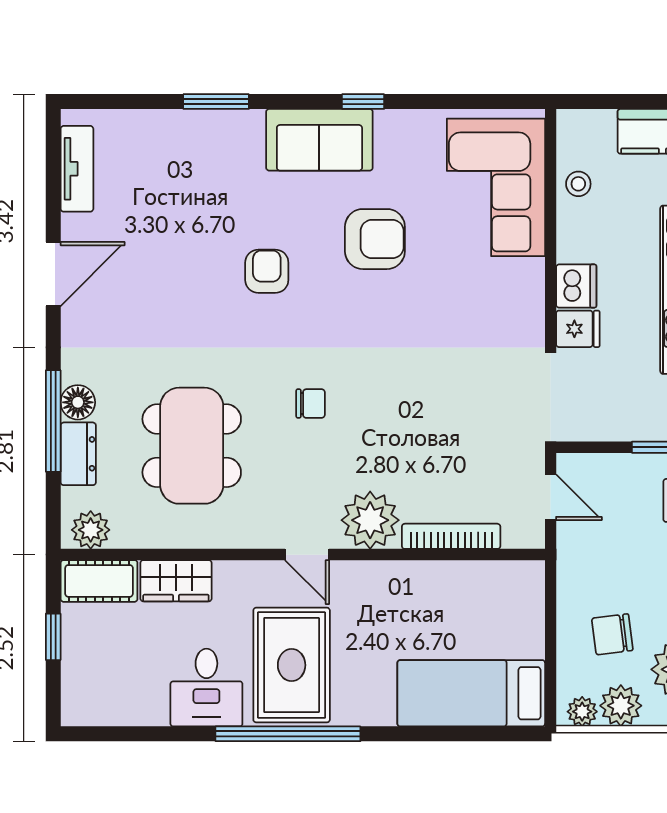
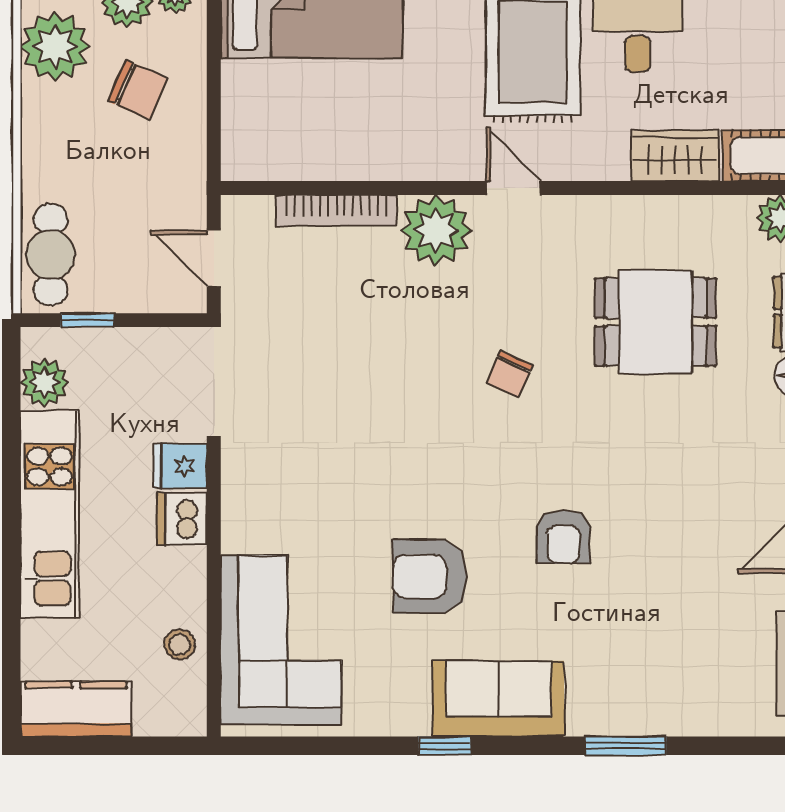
chair: (311, 404) -> (509, 374), turned -66
dining table: (192, 446) -> (656, 322), width x0.73
chair: (612, 634) -> (138, 90), turned 31

